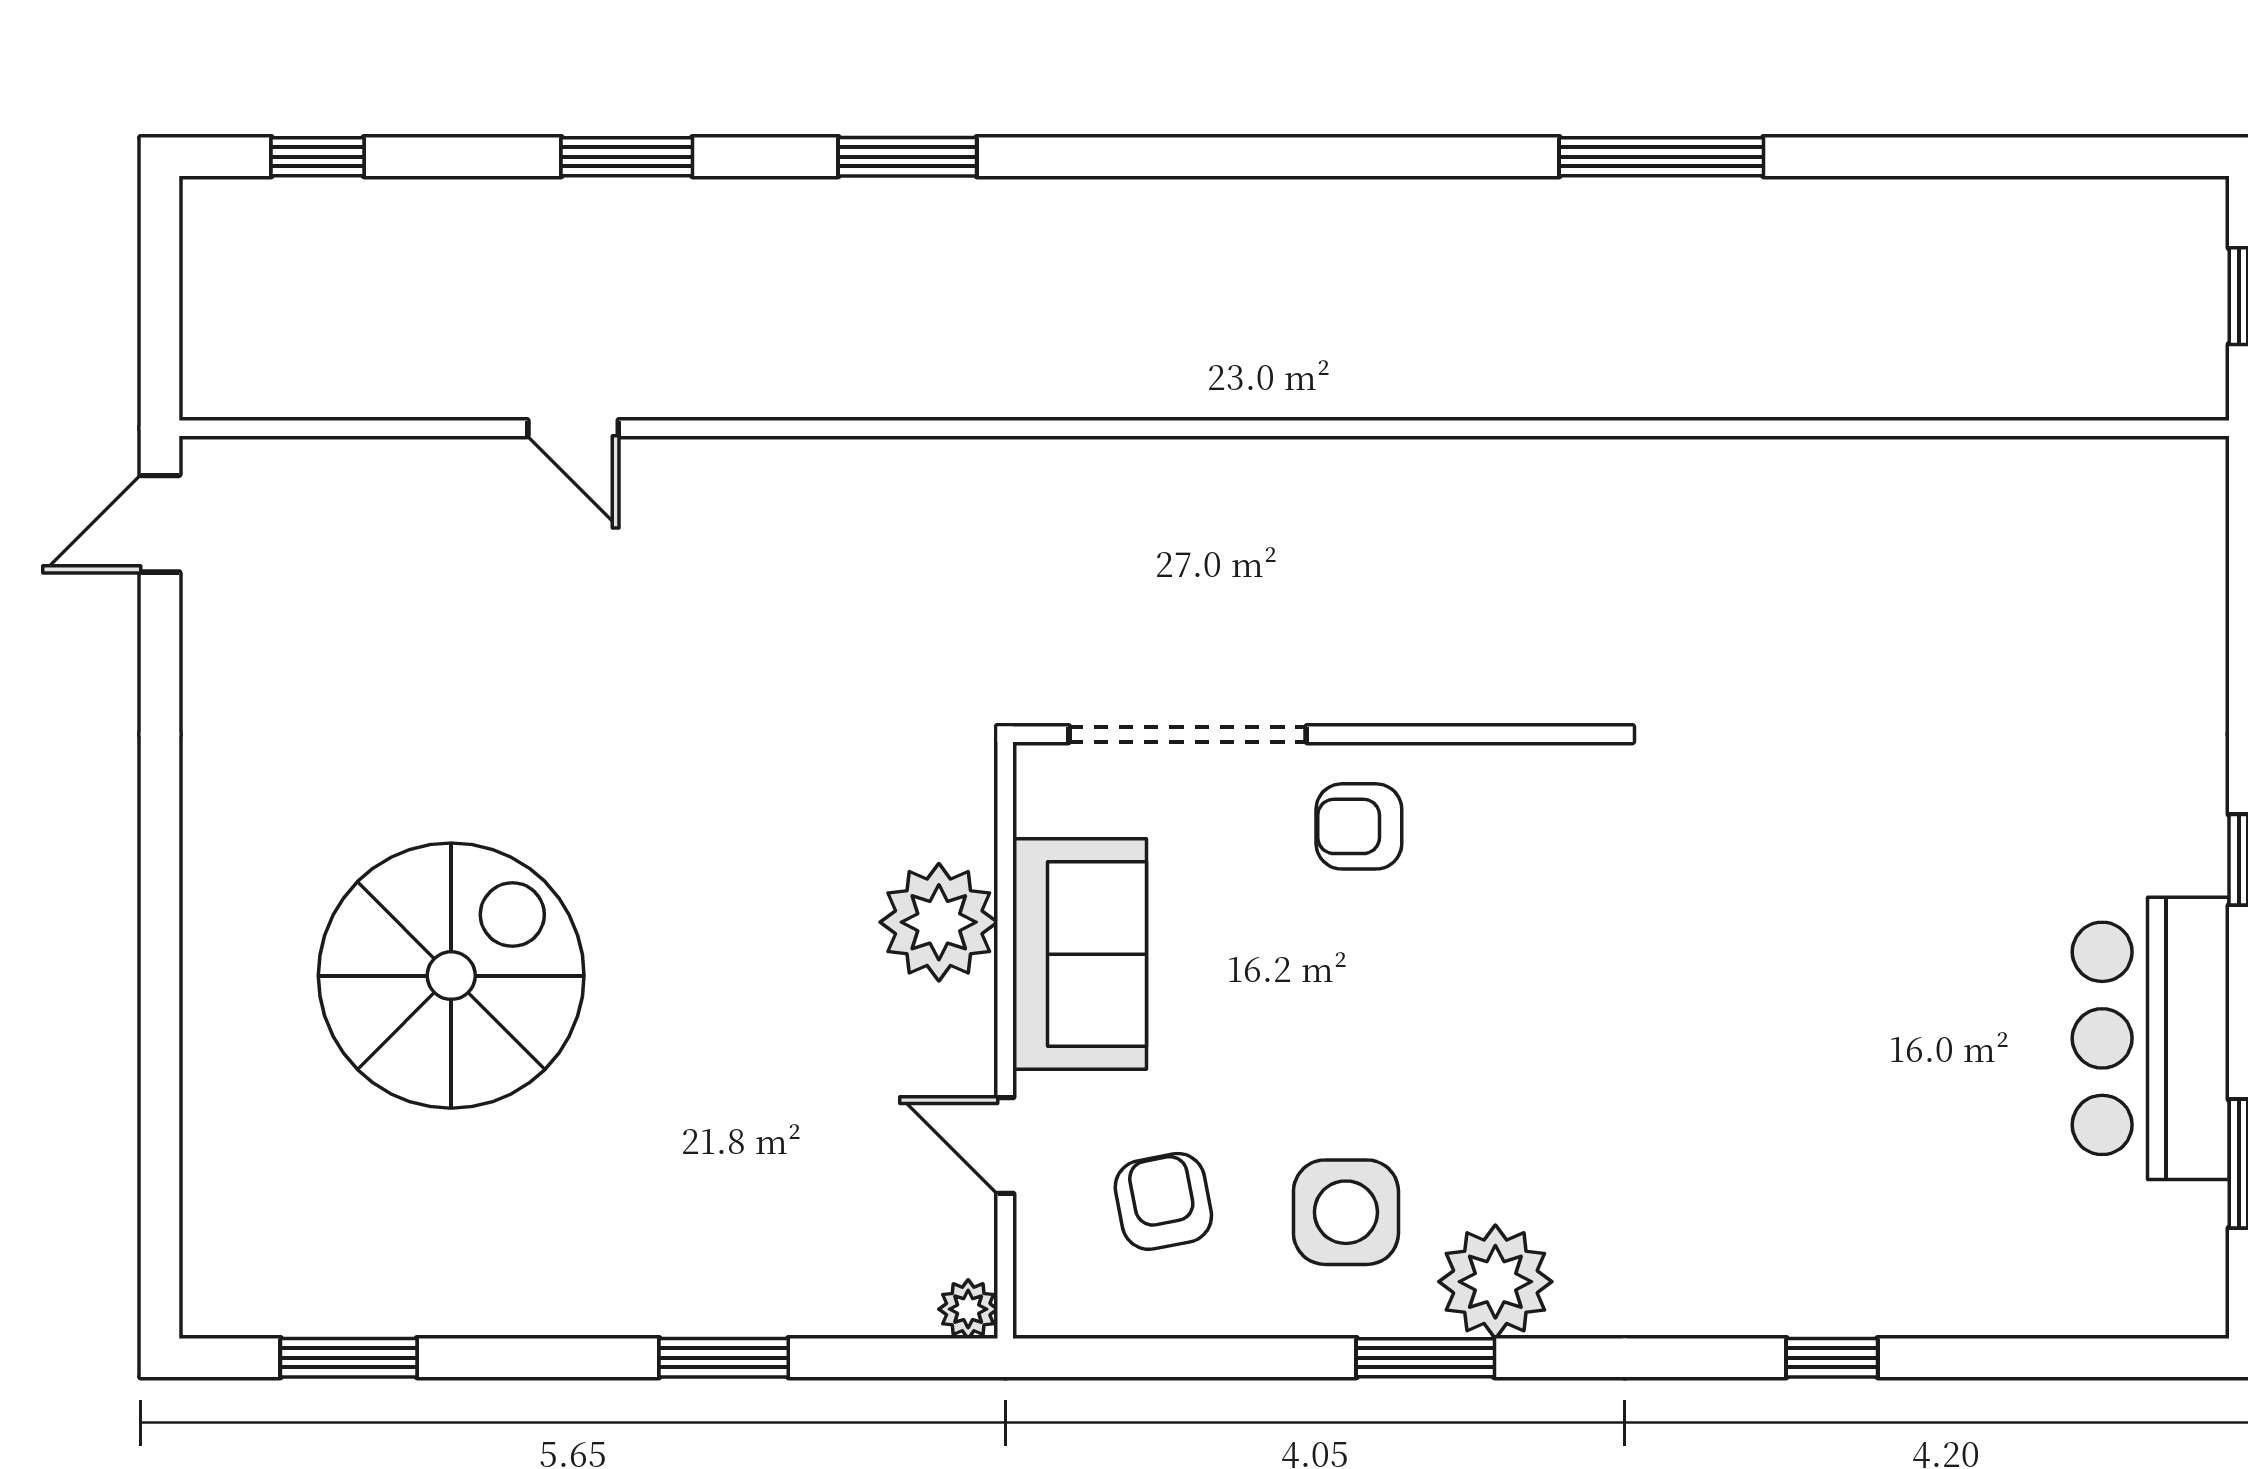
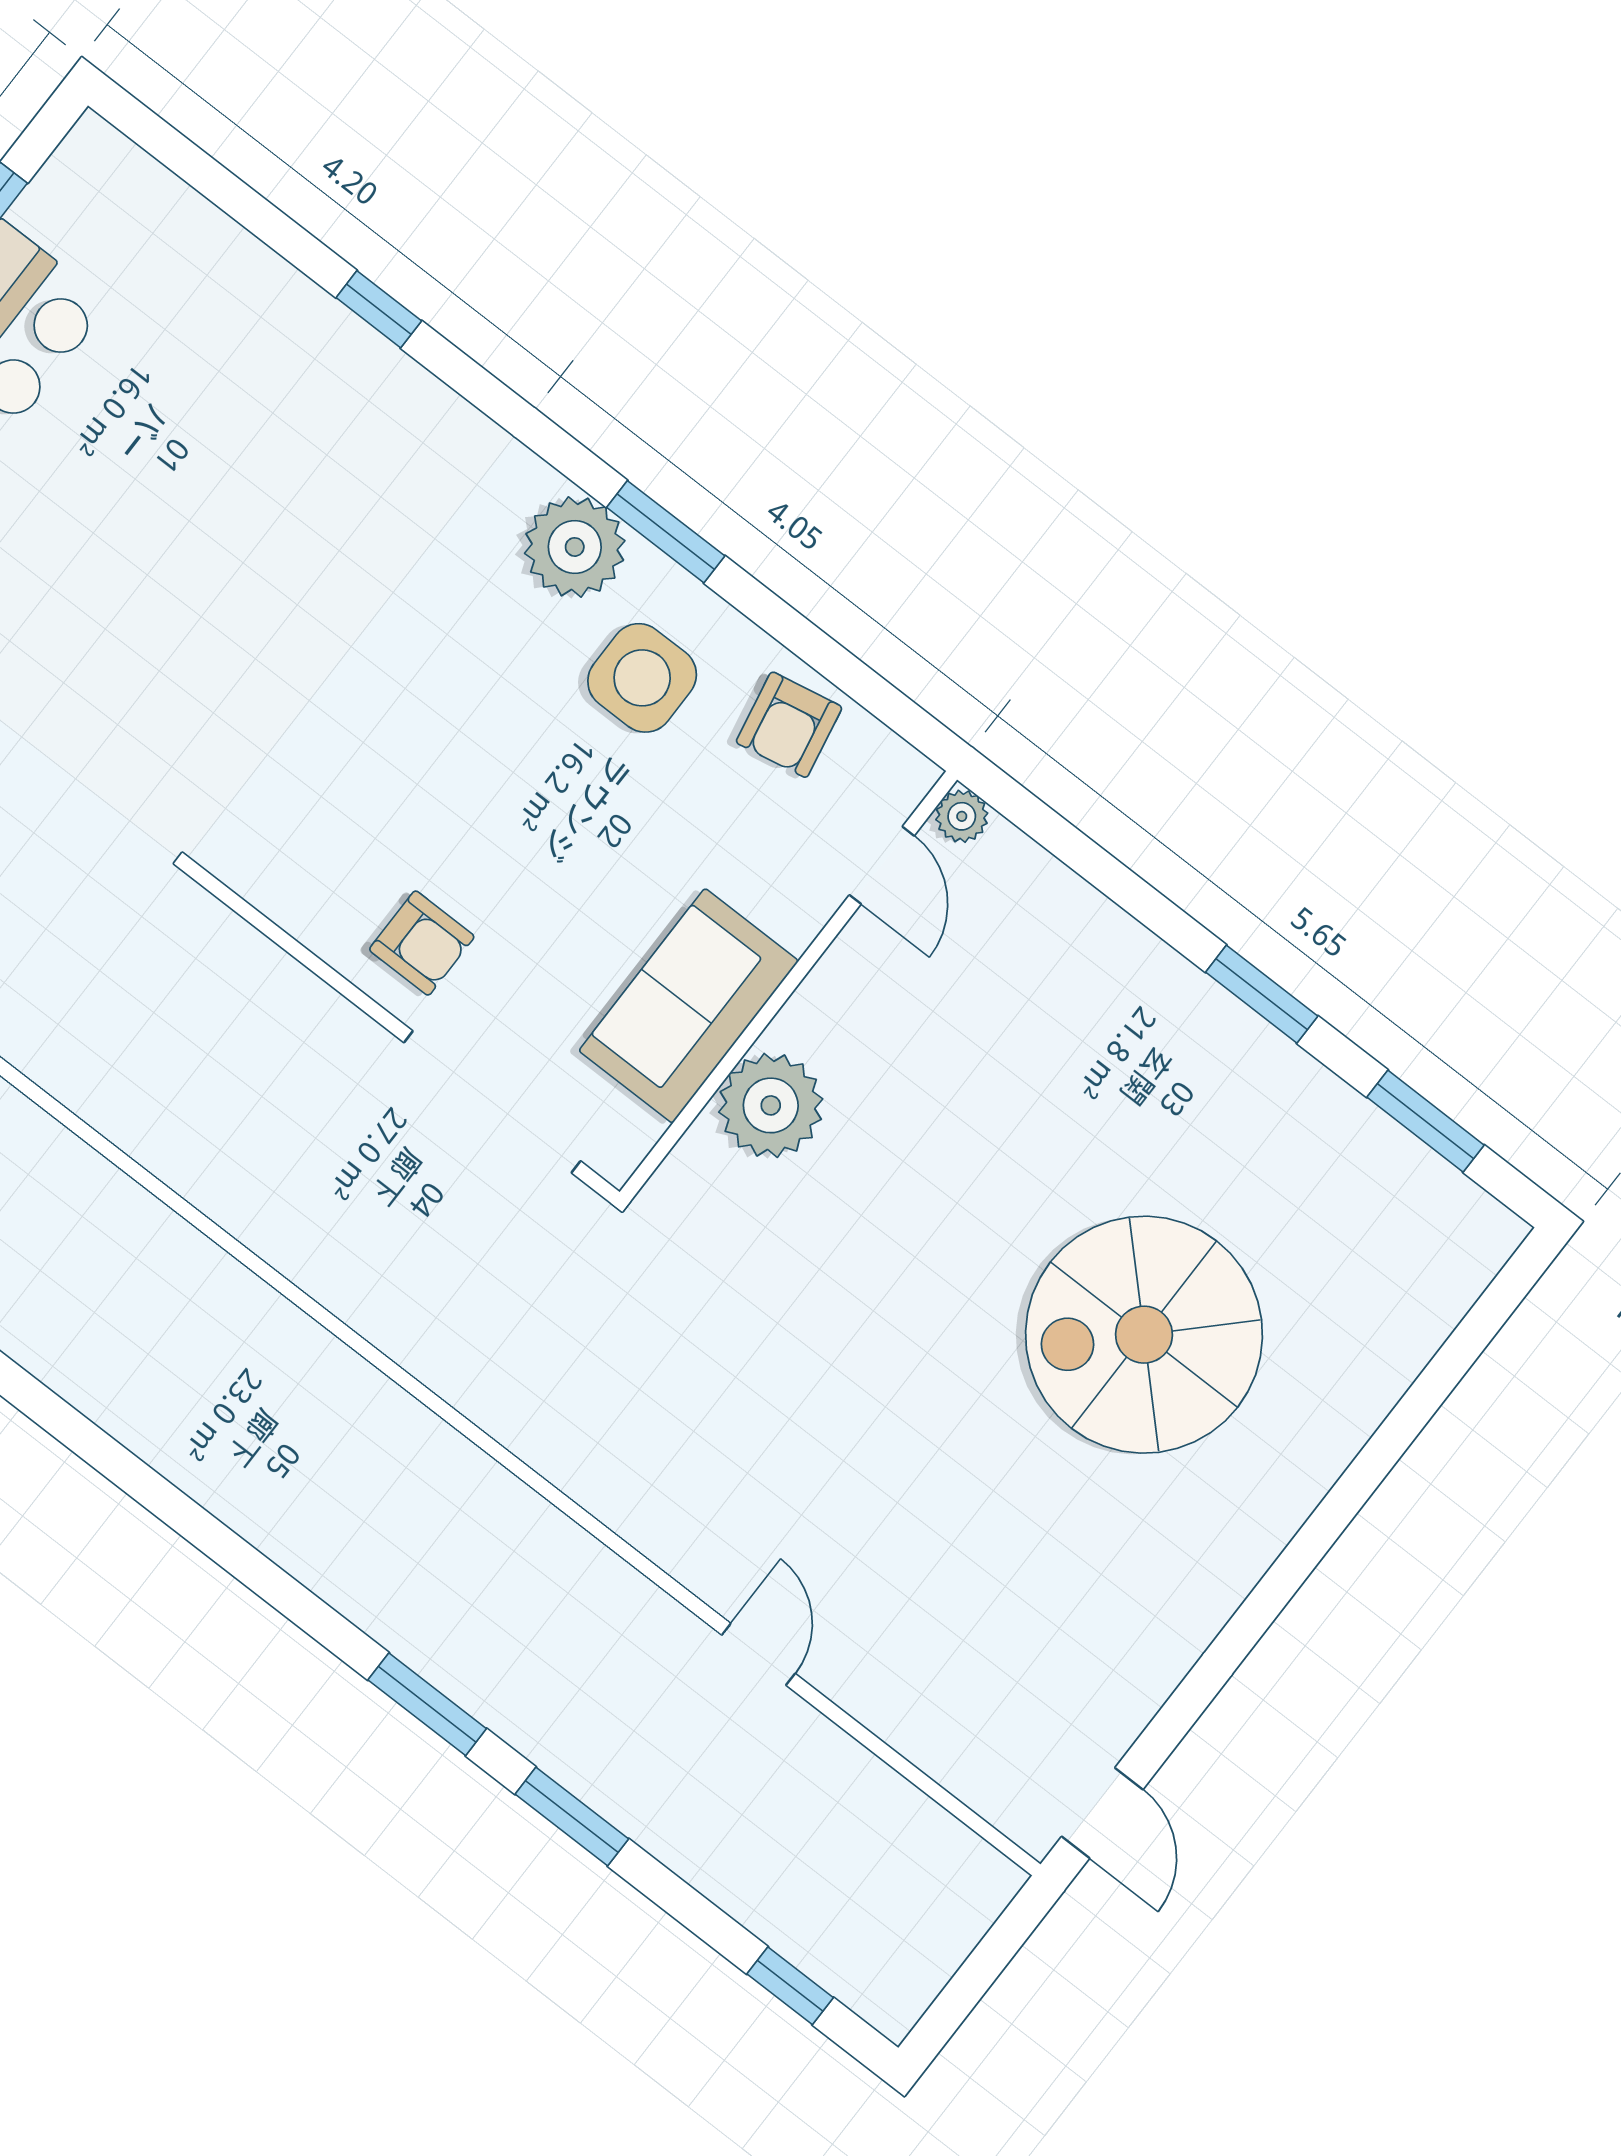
window: (907, 157) -> (427, 1704), moved
door: (160, 524) -> (1102, 1813), hinge flipped
door: (1005, 1145) -> (882, 865), moved
armchair: (1163, 1201) -> (789, 725), moved
window: (724, 1358) -> (1262, 994), moved

